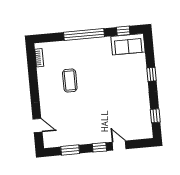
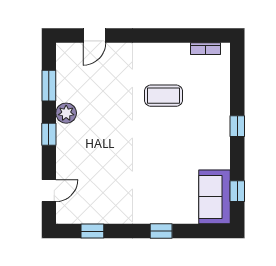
window: (84, 34) -> (237, 126), width x0.32
plant: (86, 138) -> (66, 113), added
door: (119, 146) -> (49, 191), moved

